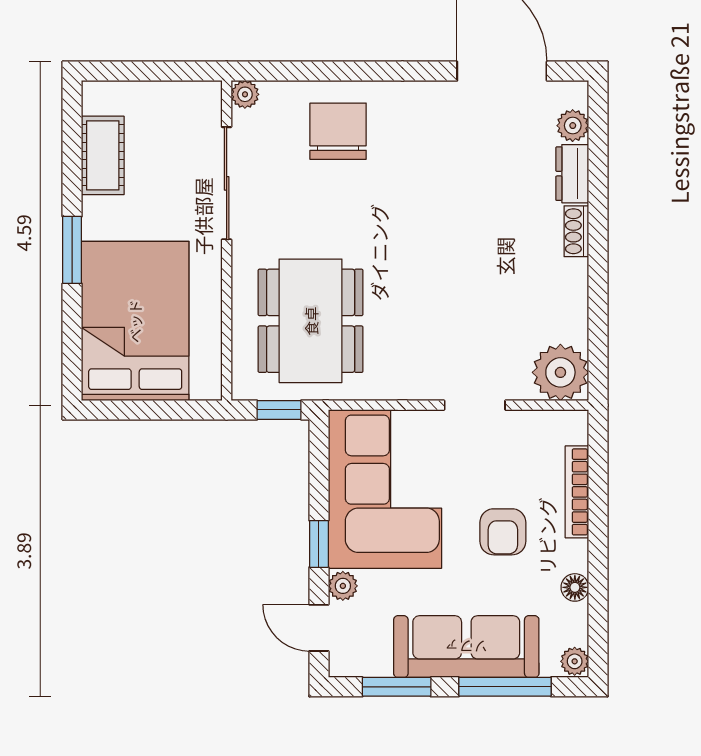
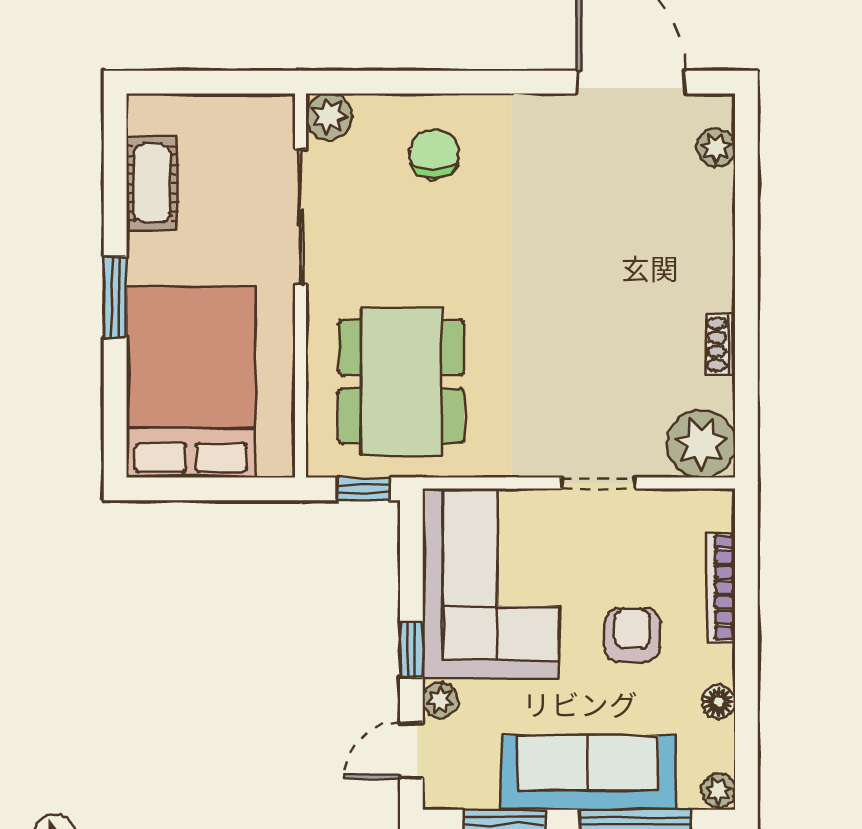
plant: (245, 94) -> (329, 116), width x1.38, depth x1.38
chair: (338, 131) -> (434, 154), width x0.73, depth x0.73
dresser: (572, 174) -> (715, 205), removed
shoe rack: (576, 231) -> (720, 344), moved
armchair: (503, 532) -> (632, 635), turned 180
door: (319, 628) -> (411, 750), hinge flipped

